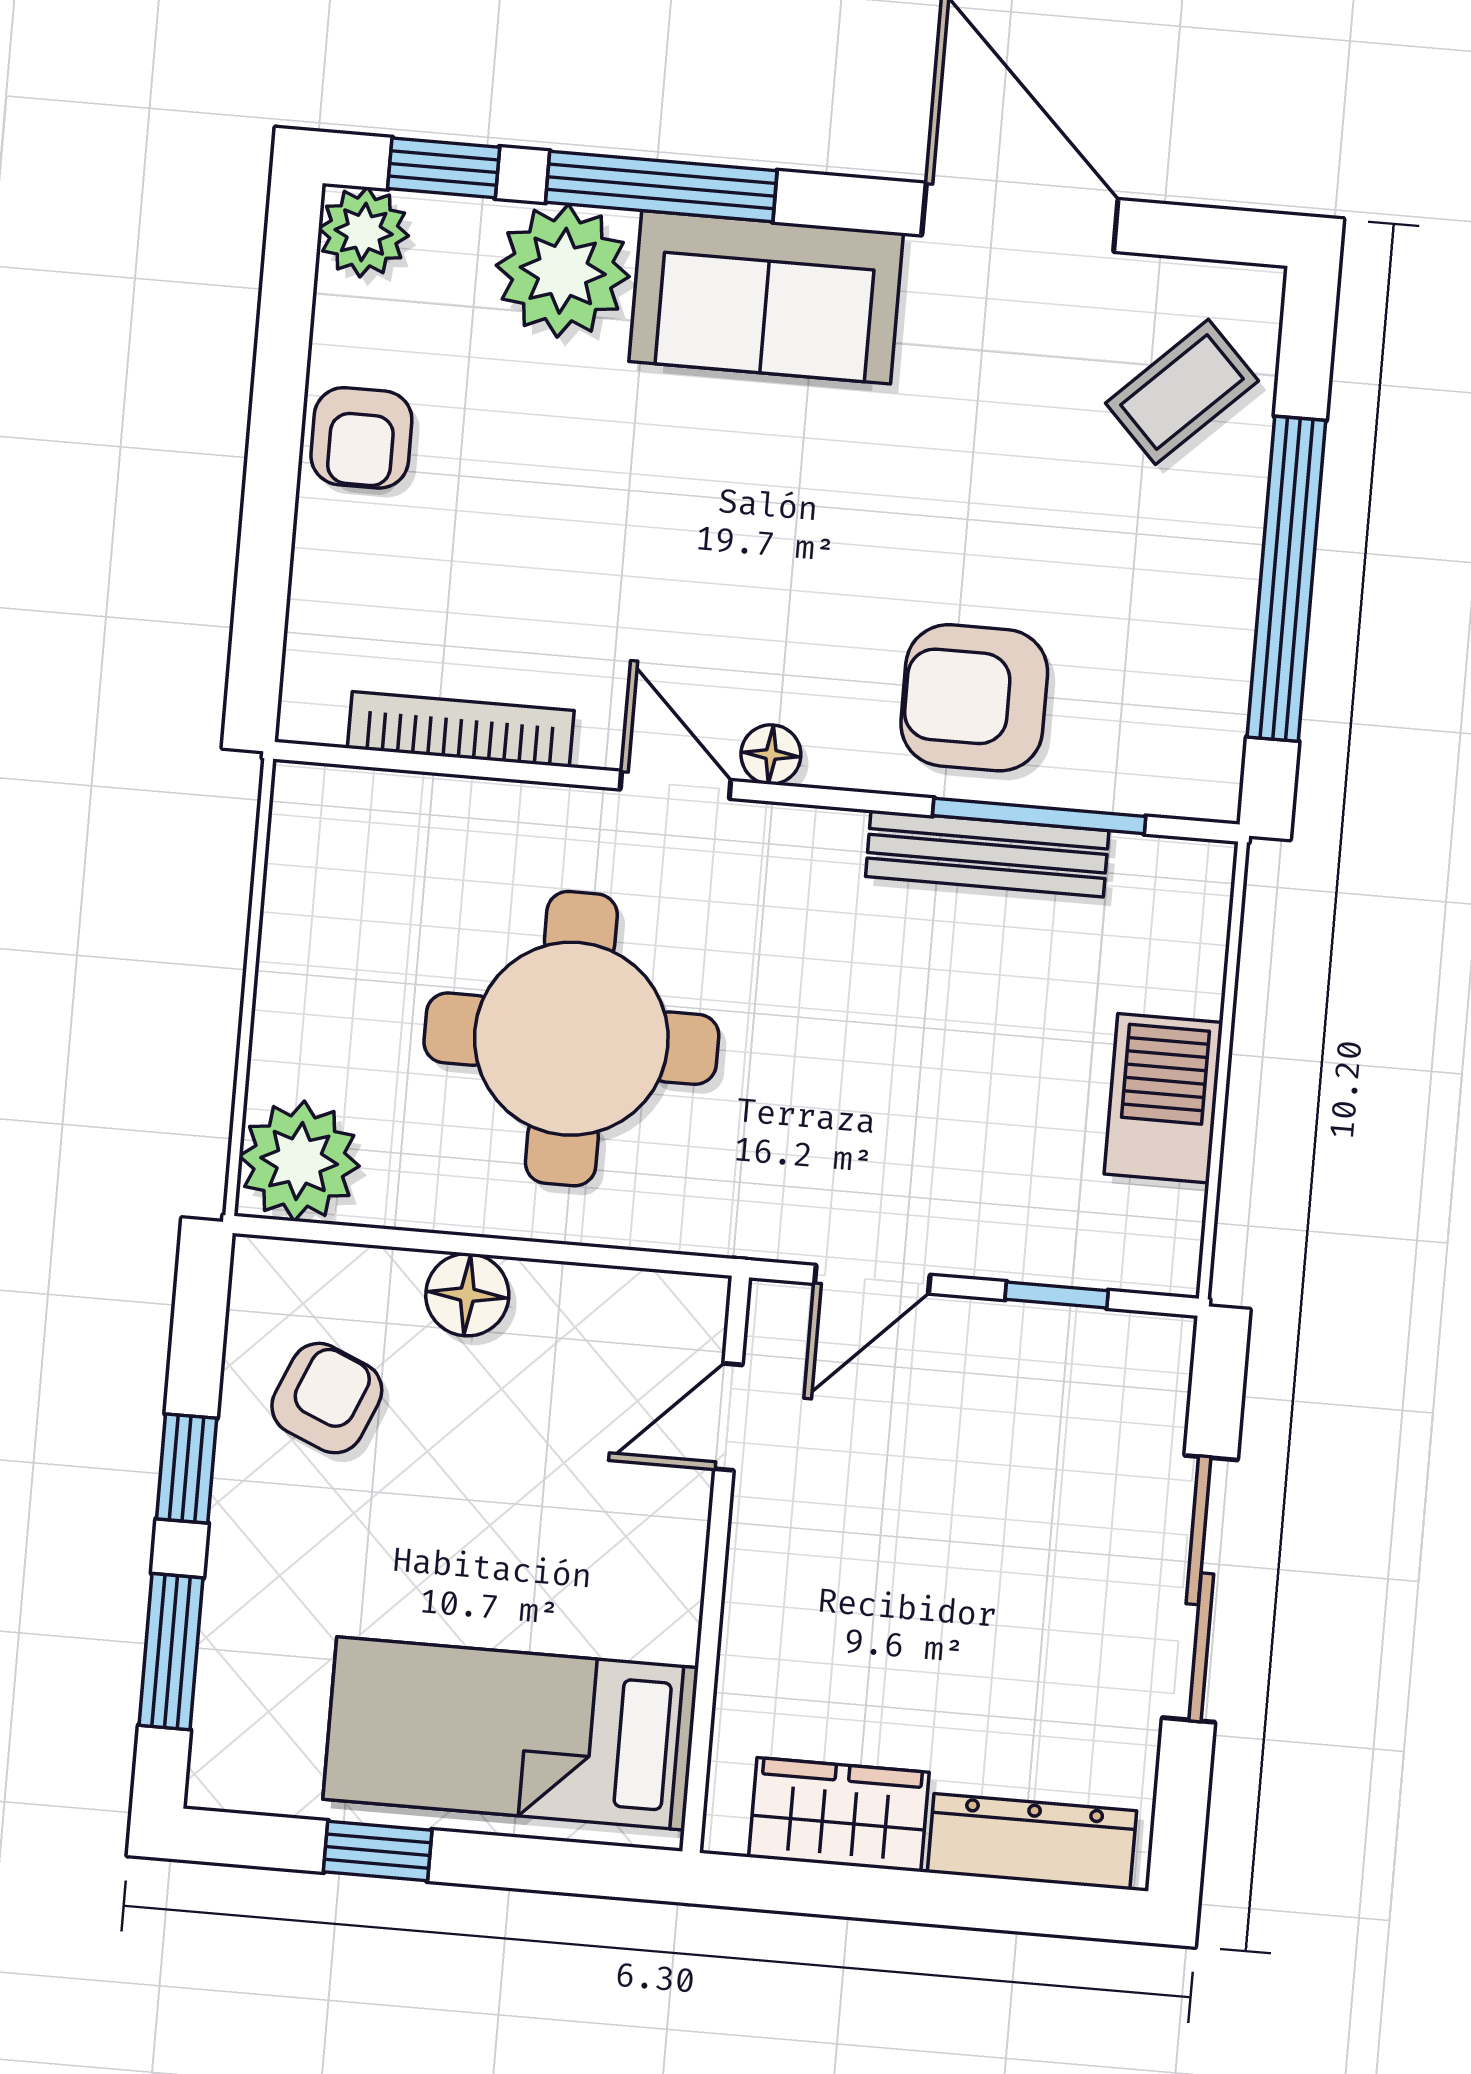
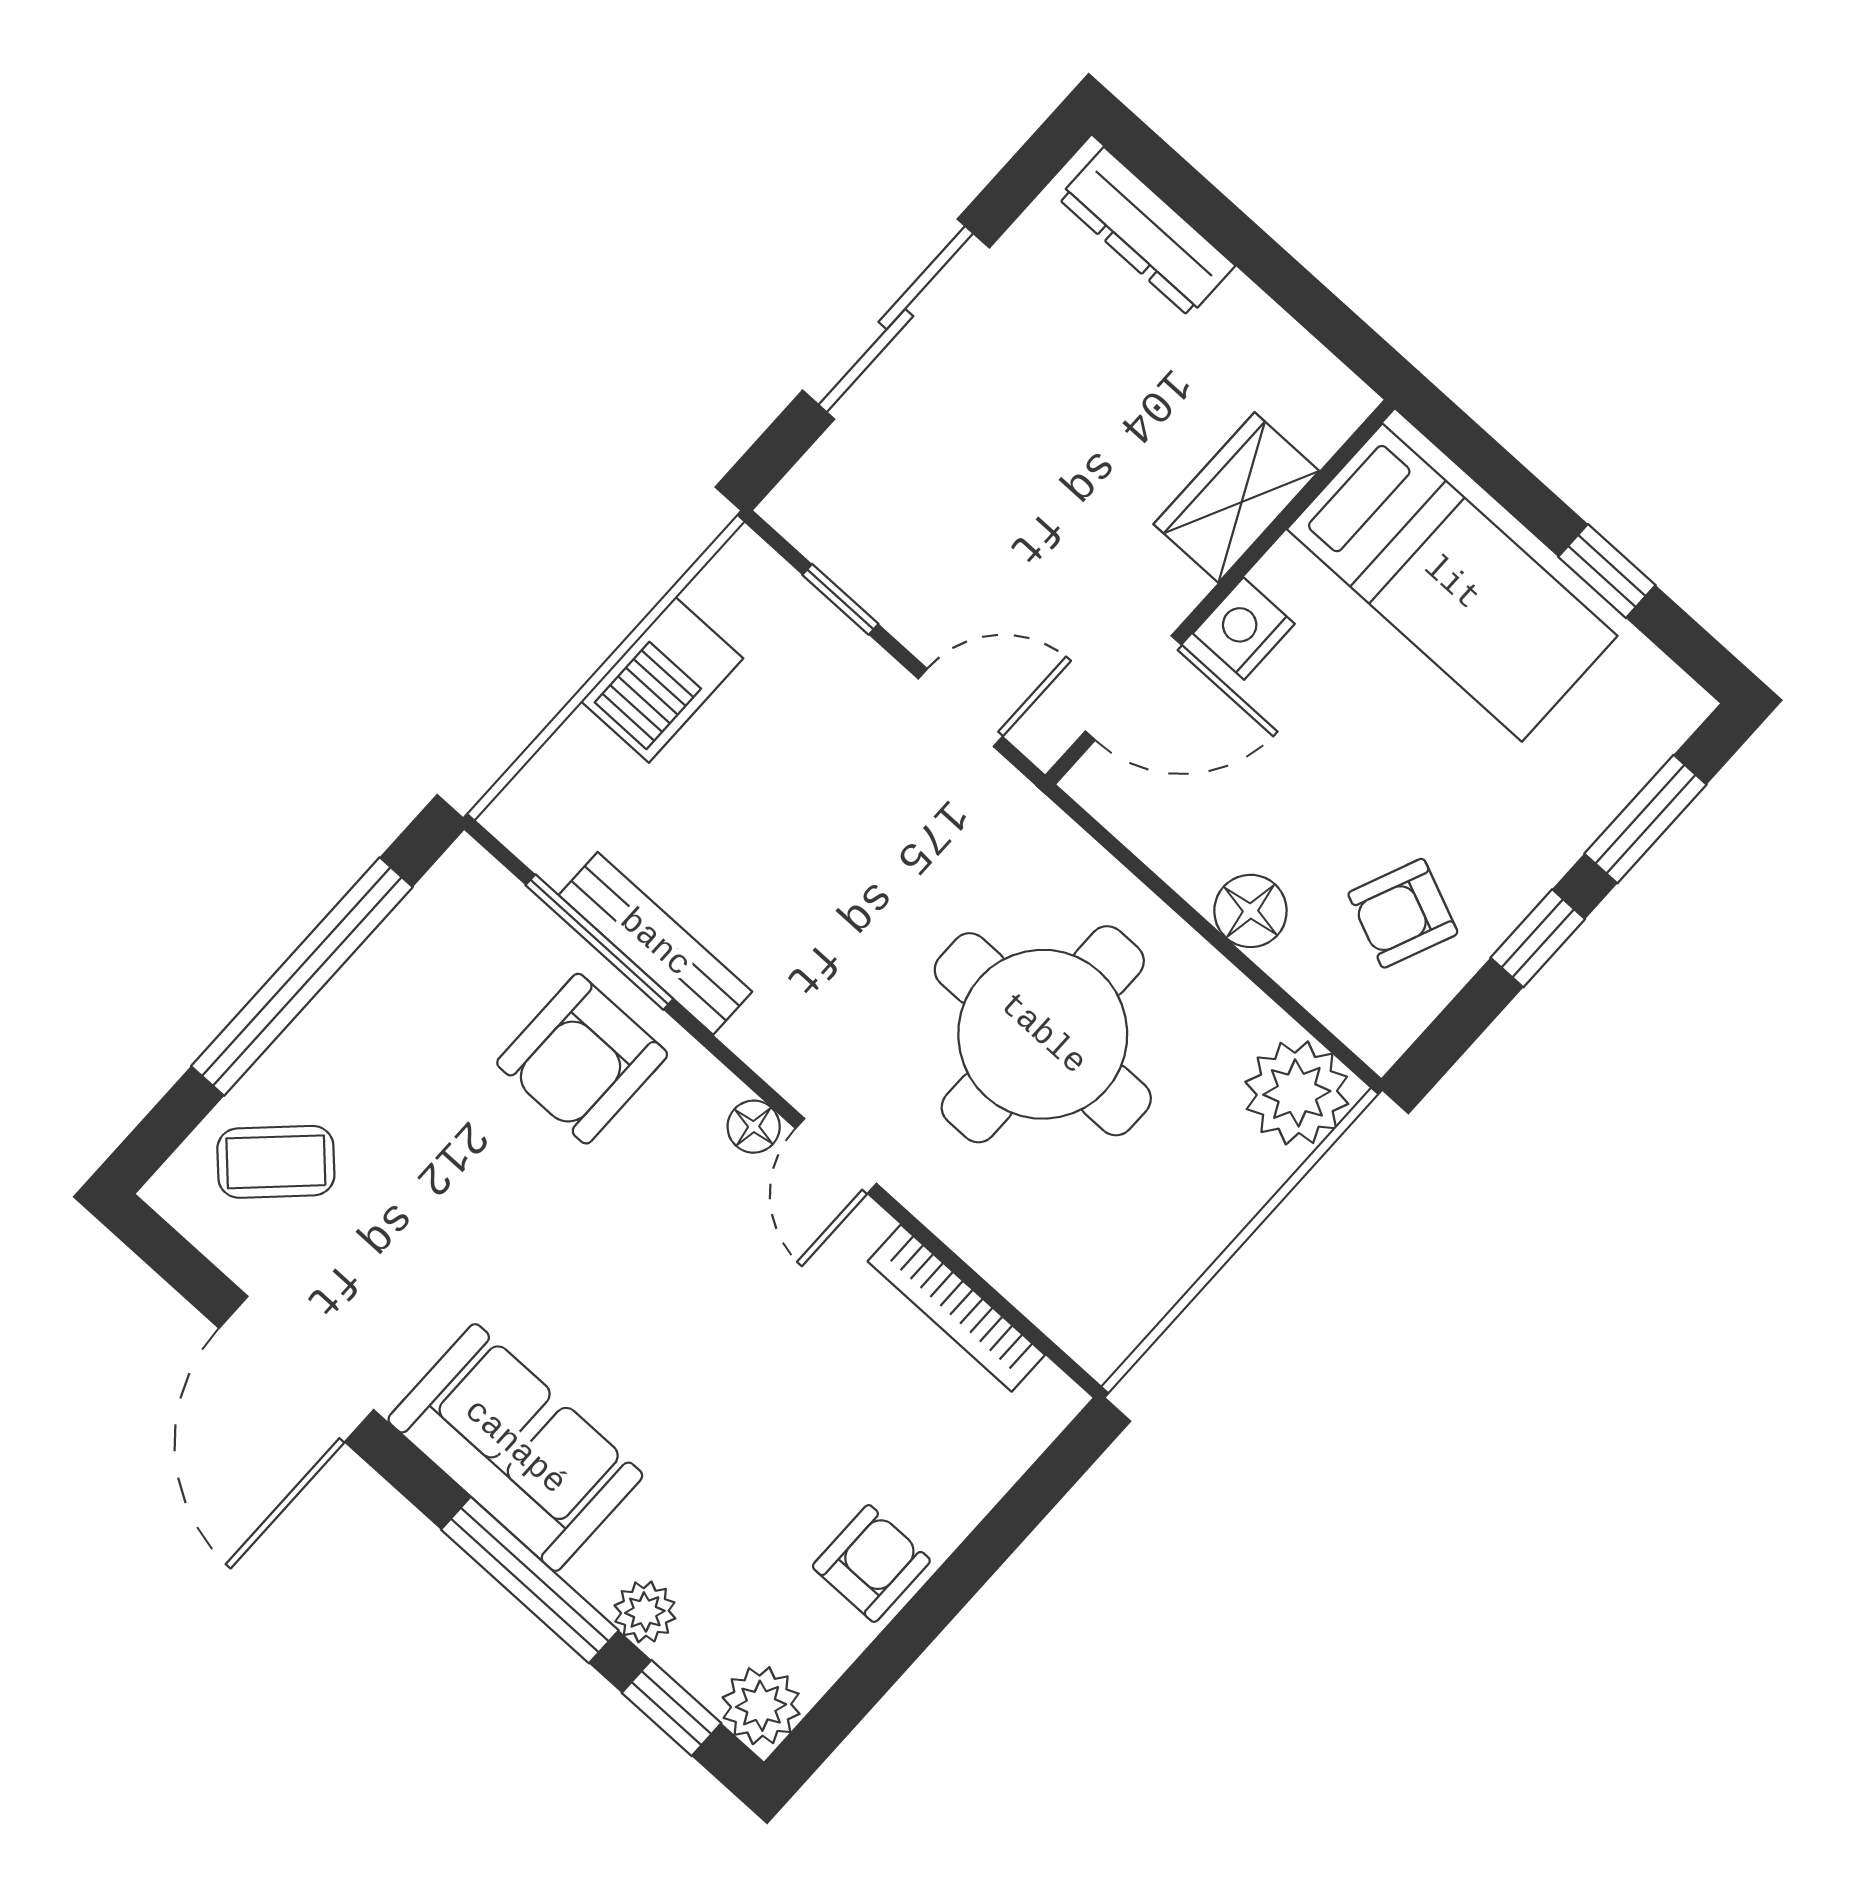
plant: (563, 271) -> (645, 1612), width x0.53, depth x0.53
armchair: (974, 698) -> (582, 1059), turned 90
door: (728, 1417) -> (1133, 688), width x1.38
nightstand: (669, 1547) -> (1244, 629), added
wardrobe: (839, 1815) -> (1236, 497), moved, turned 90

